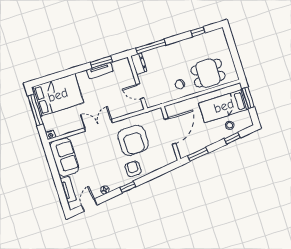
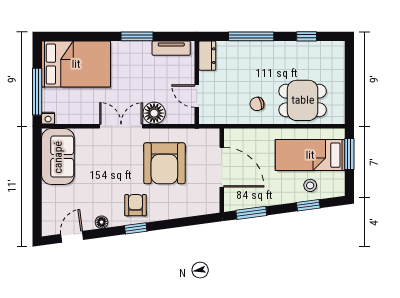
window: (151, 47) -> (251, 36), moved
window: (101, 62) -> (137, 36), moved
tv unit: (100, 71) -> (171, 48), moved
window: (35, 110) -> (37, 92), moved
floor lamp: (117, 110) -> (154, 113), added
door: (170, 131) -> (222, 167), hinge flipped
armchair: (133, 169) -> (136, 205), moved
tv unit: (68, 189) -> (49, 205), removed

